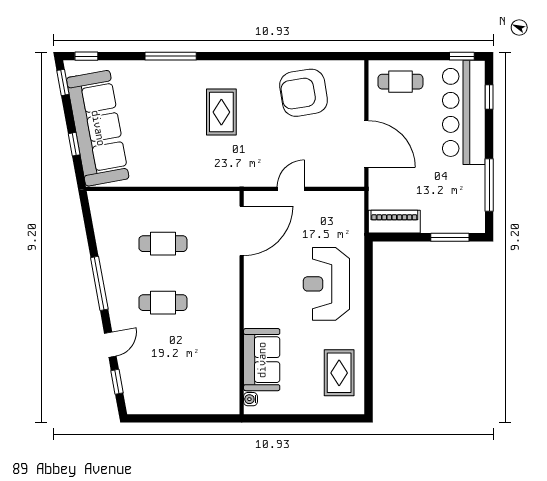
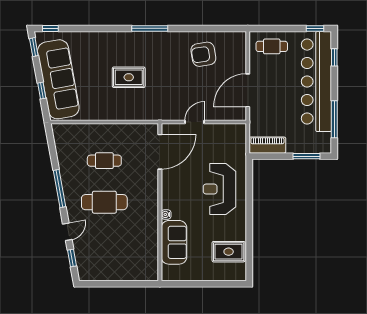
window: (171, 56) -> (150, 28), moved
armchair: (304, 93) -> (203, 54), width x0.73, depth x0.73
rug: (221, 112) -> (129, 77), moved, turned 90
bar counter: (464, 112) -> (316, 82), width x1.36
door: (366, 144) -> (248, 90), swing flipped
cafe table: (163, 303) -> (104, 202), width x1.37, depth x1.35
rug: (339, 373) -> (229, 252), turned 90
water cooler: (250, 399) -> (166, 214), moved

